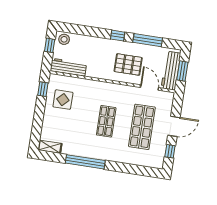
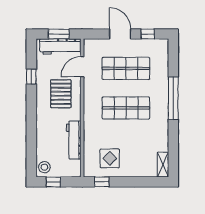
window: (118, 36) -> (31, 110), removed
window: (148, 40) -> (31, 77), width x0.46
workbench: (68, 67) -> (74, 140), moved
shop shelf: (106, 121) -> (126, 108), width x1.43, depth x1.36
window: (85, 162) -> (173, 98), moved

